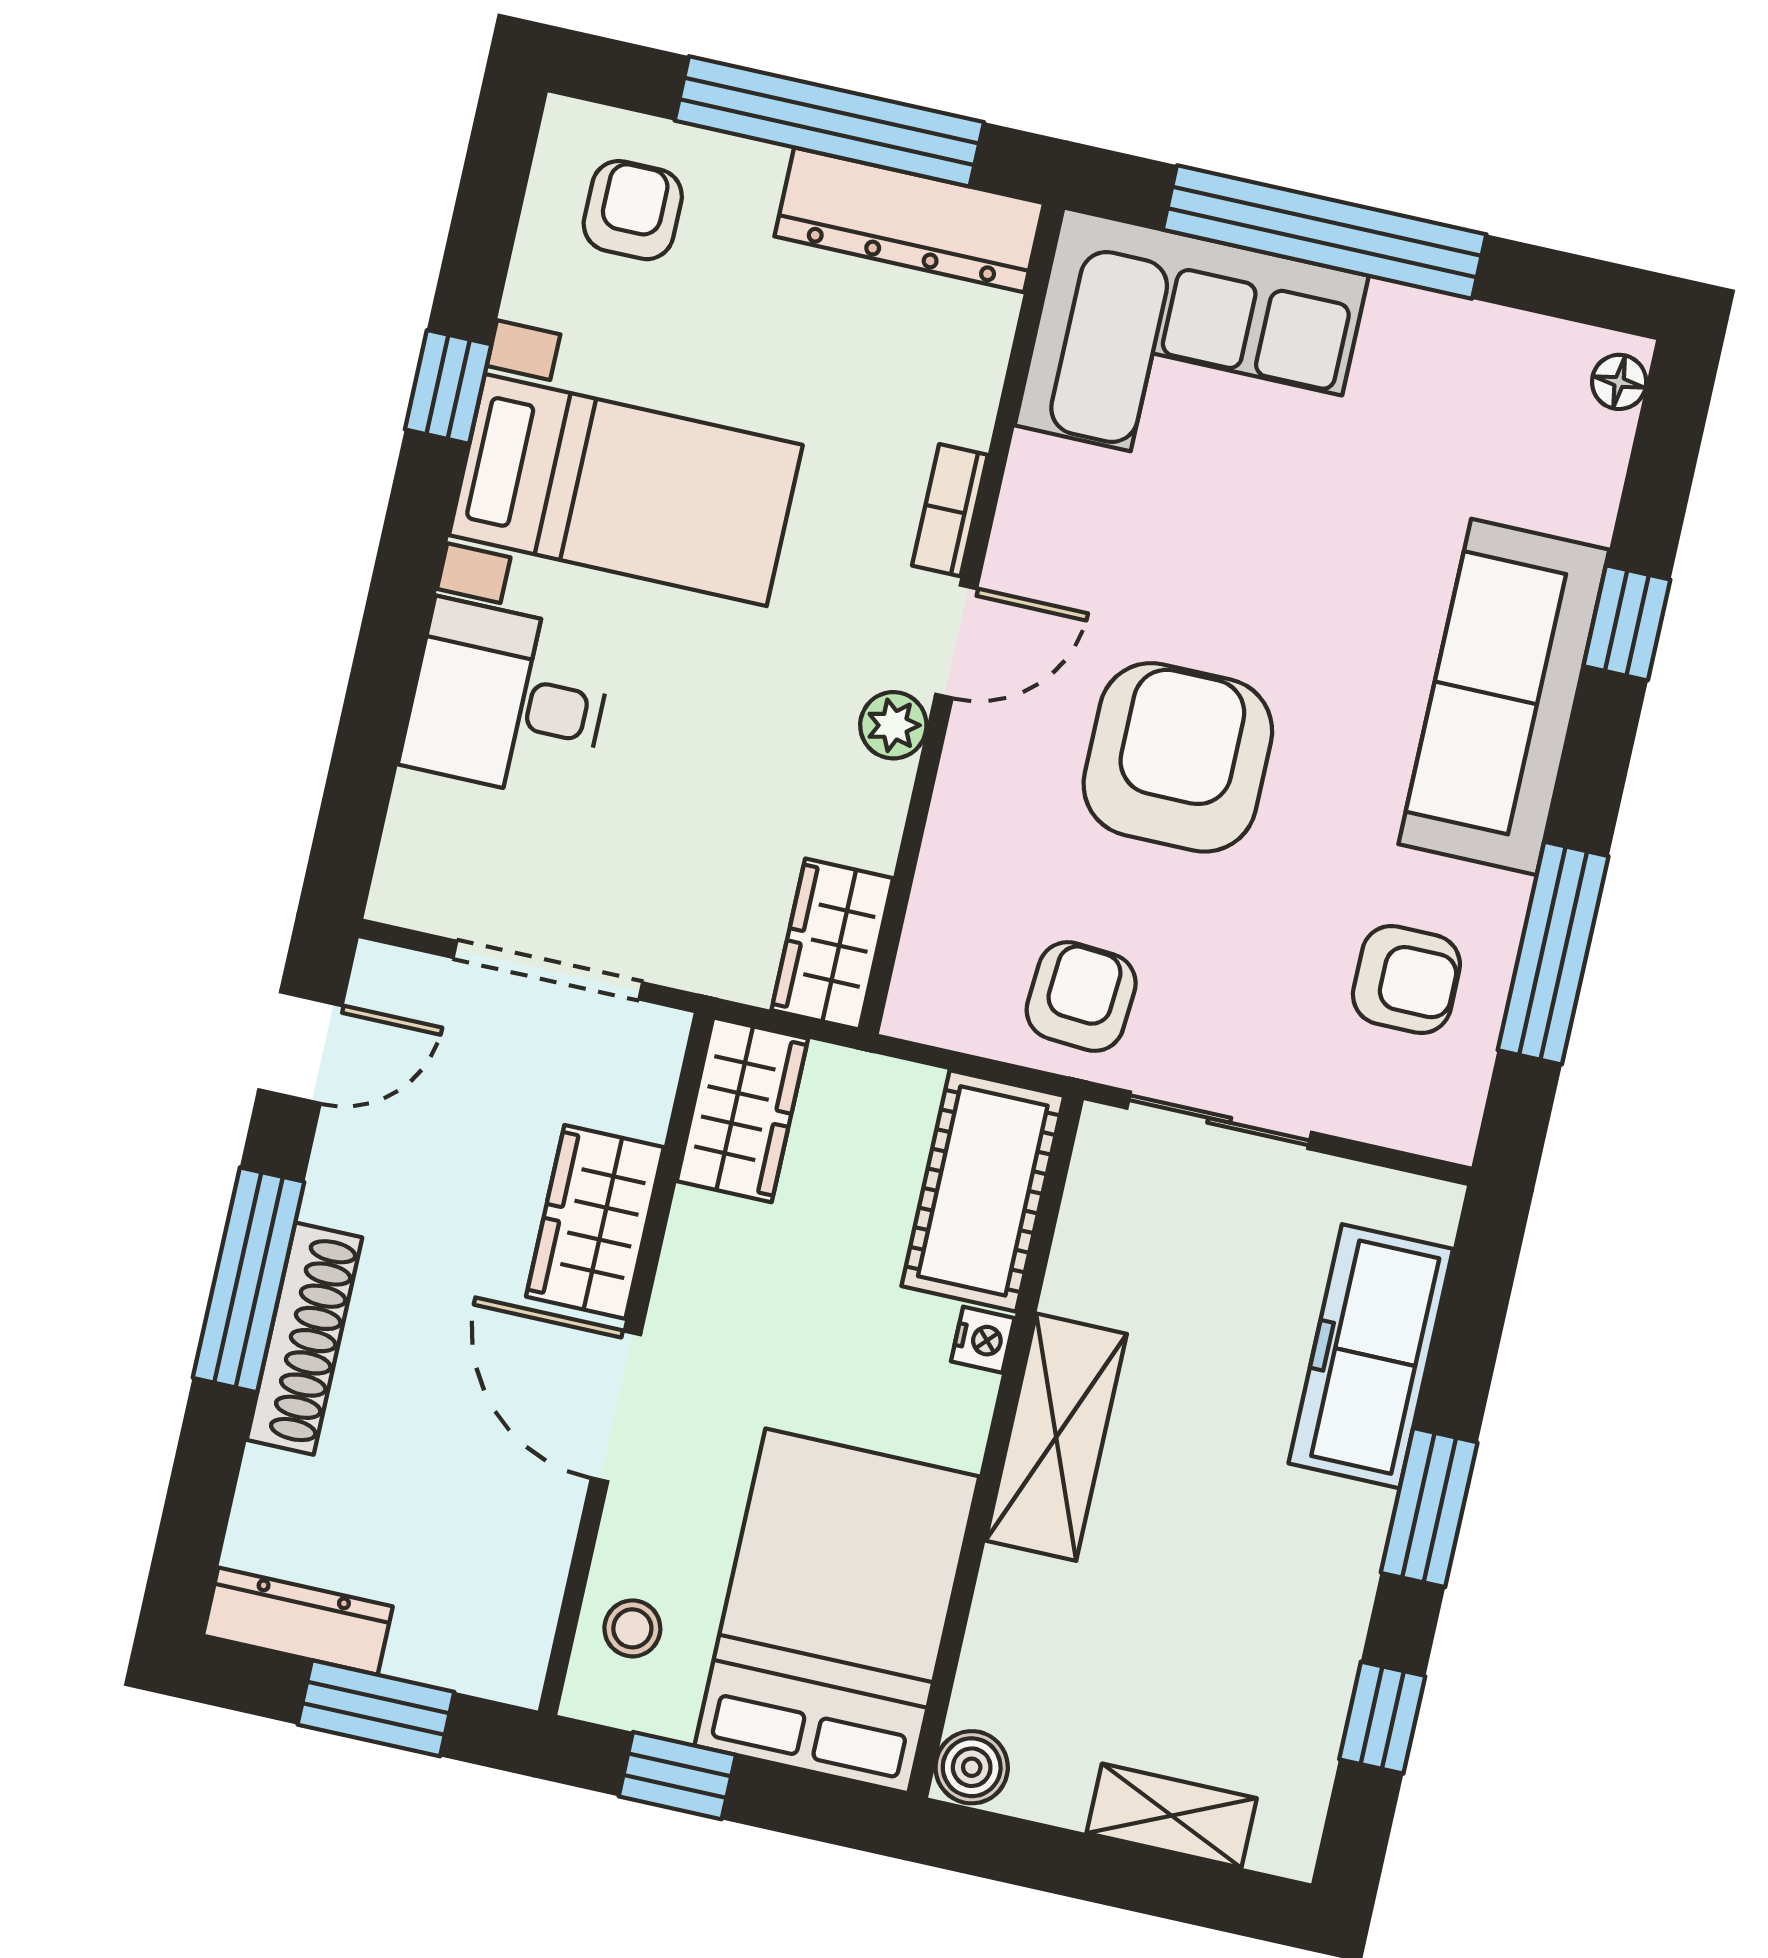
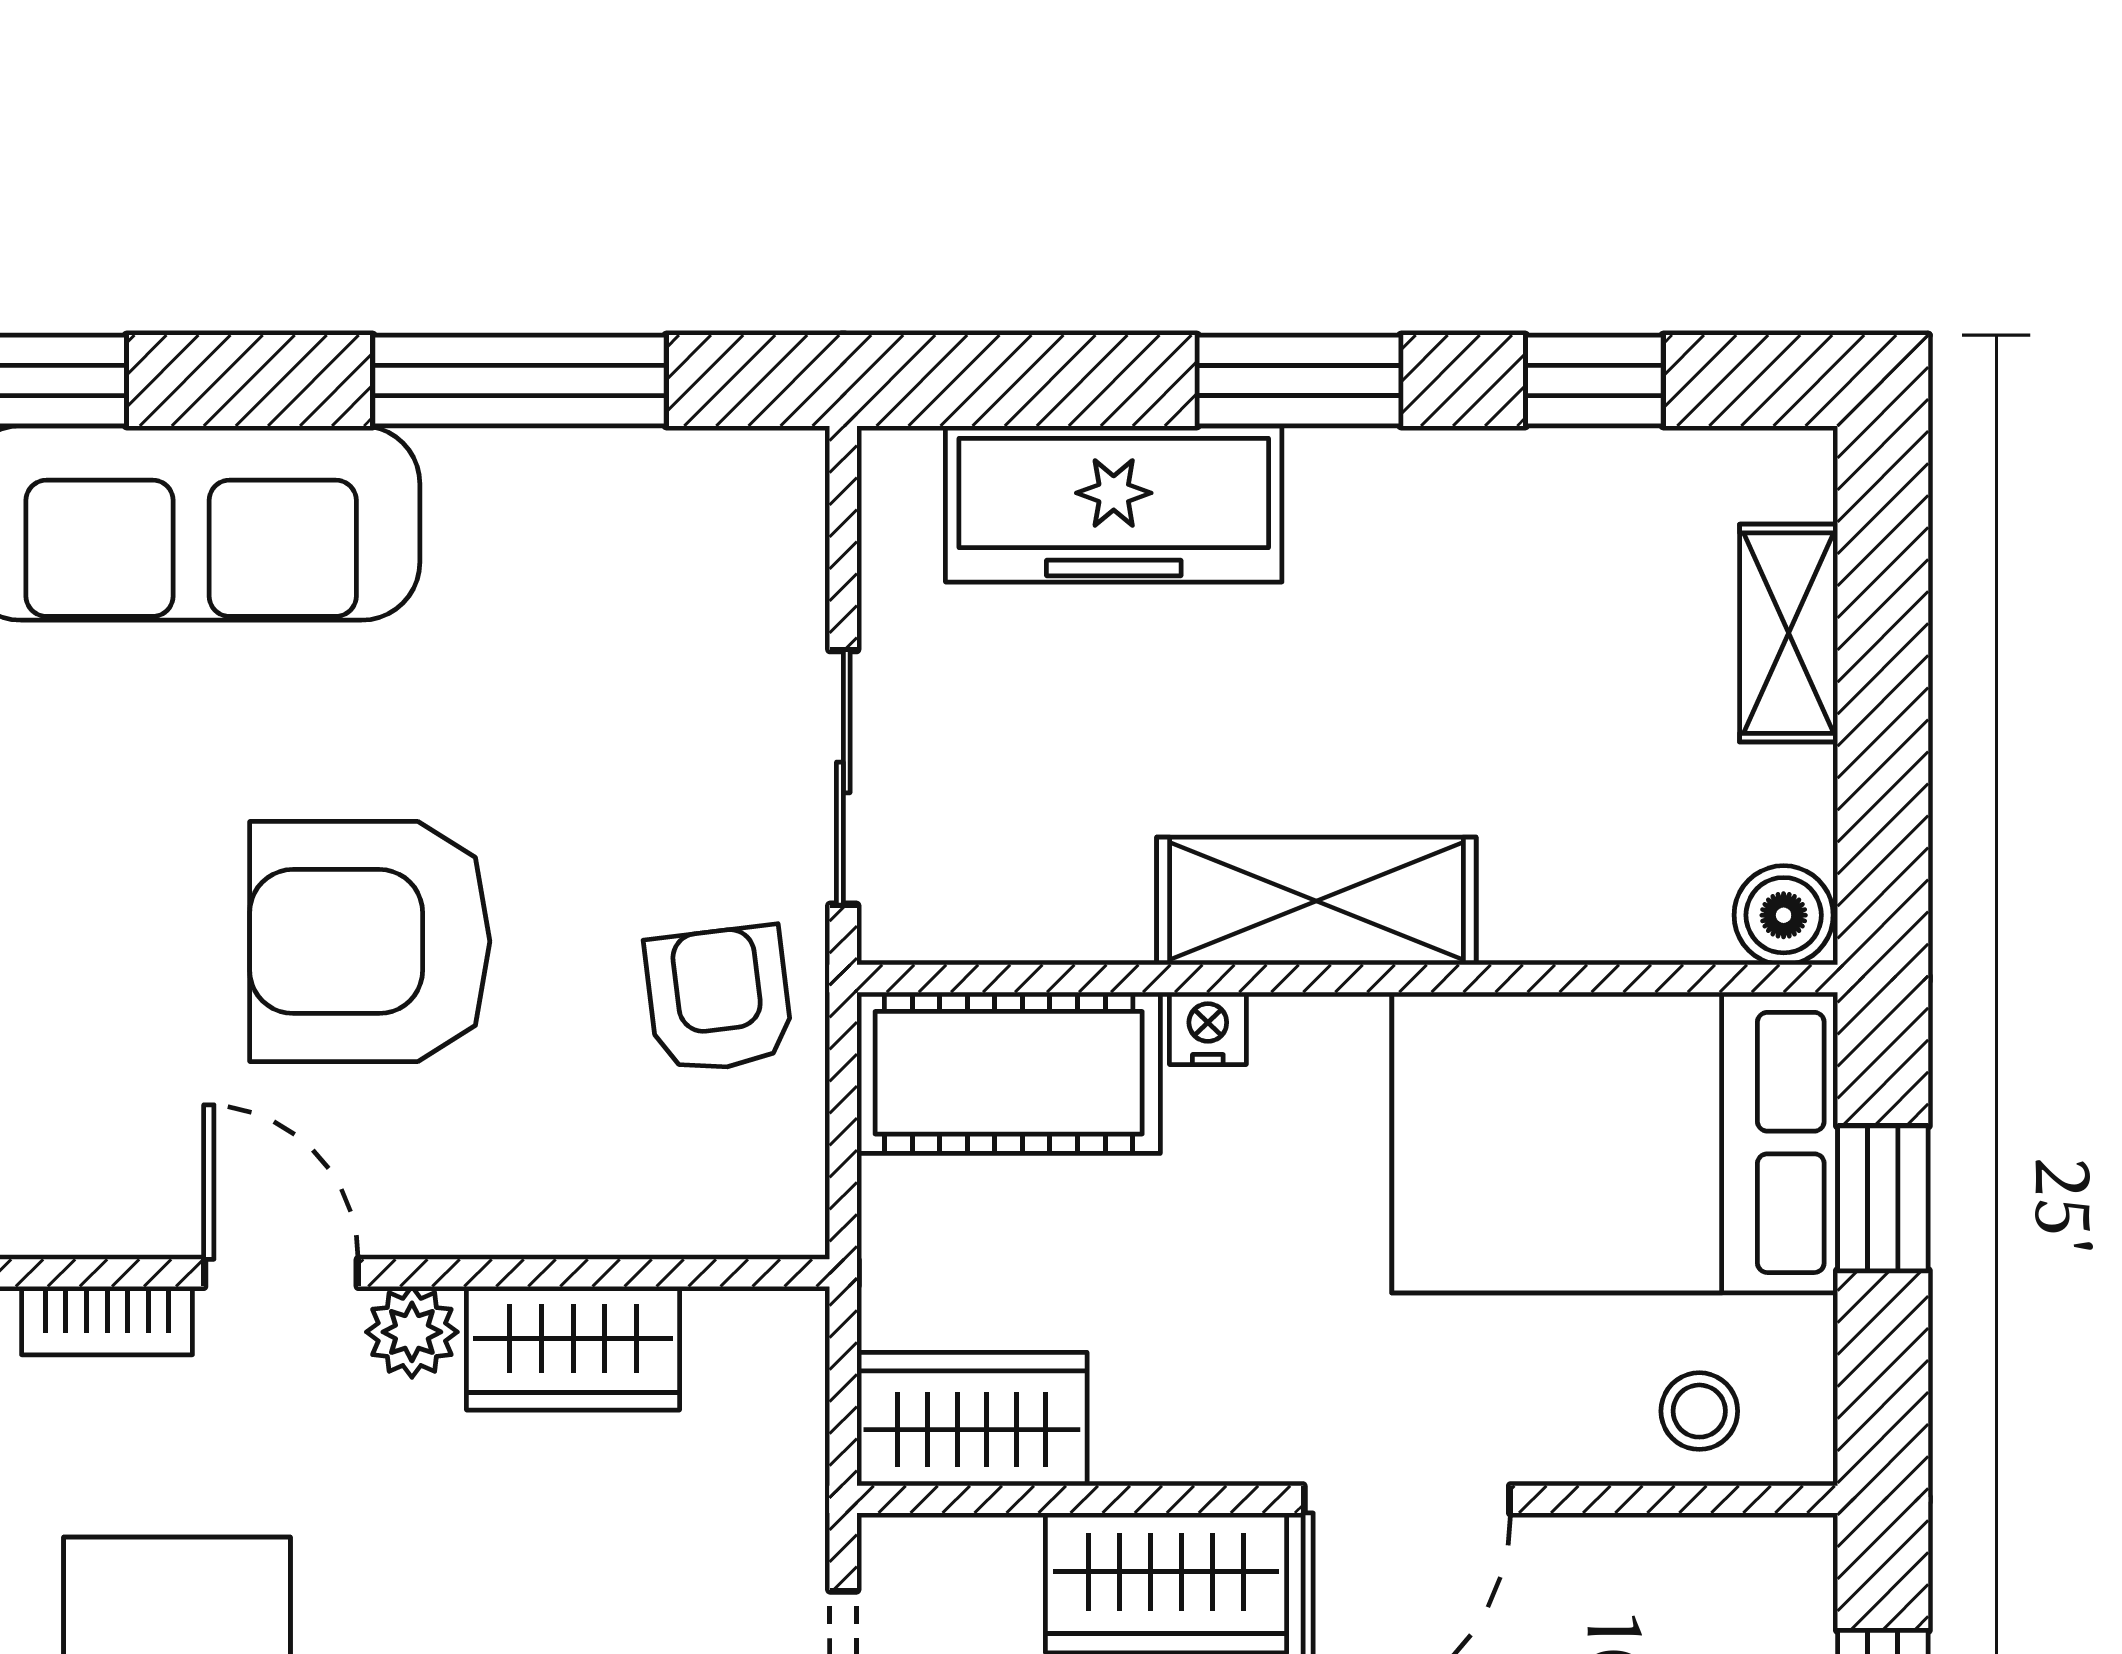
wardrobe: (832, 944) -> (573, 1348), moved
armchair: (1406, 980) -> (599, 569), removed
armchair: (1081, 997) -> (719, 999), turned 79
window: (677, 1776) -> (1883, 1198), moved

